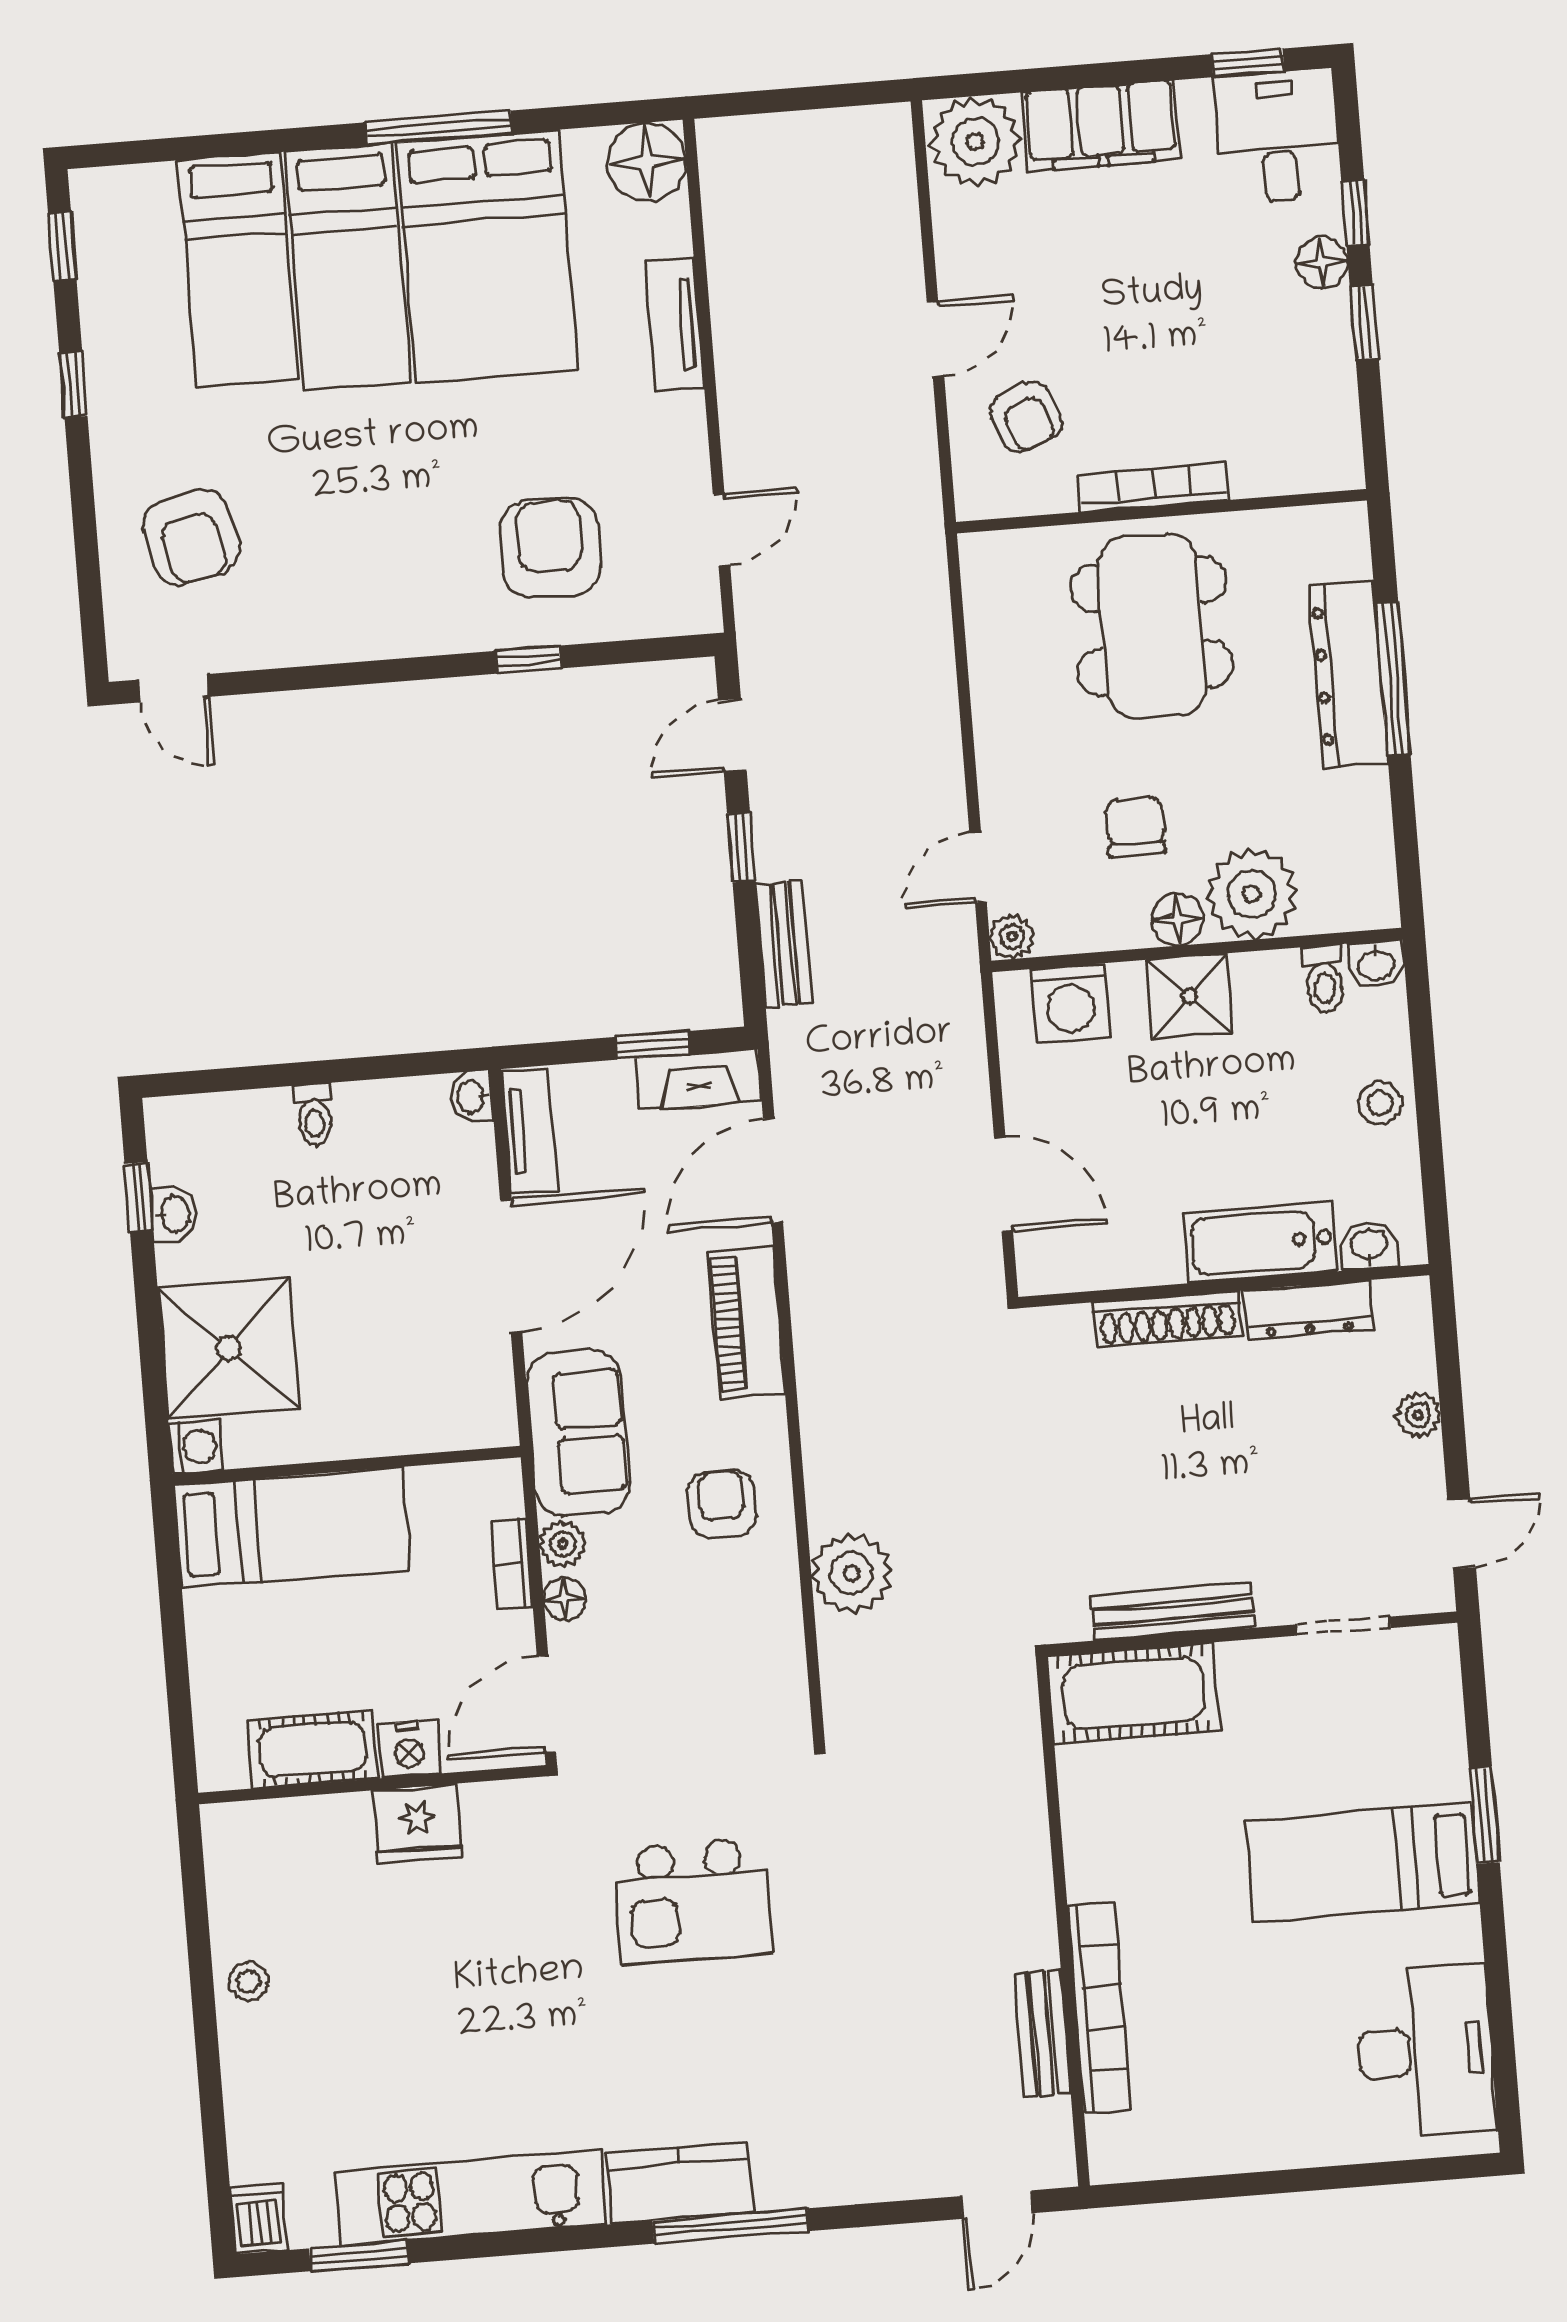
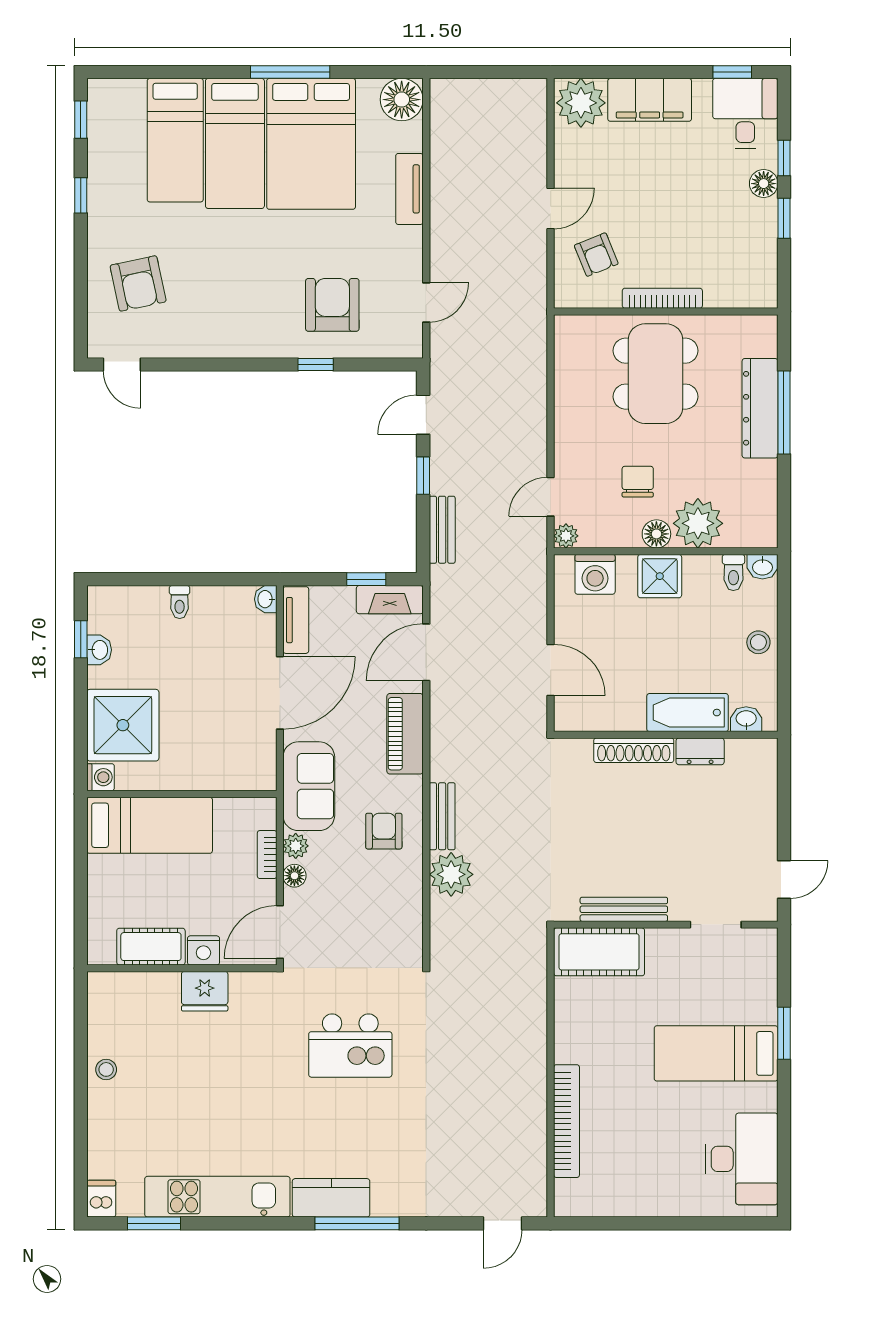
dresser: (1308, 1310) -> (700, 751), width x0.70
plant: (1418, 1415) -> (766, 813), removed
bench: (1042, 2034) -> (442, 816), moved

